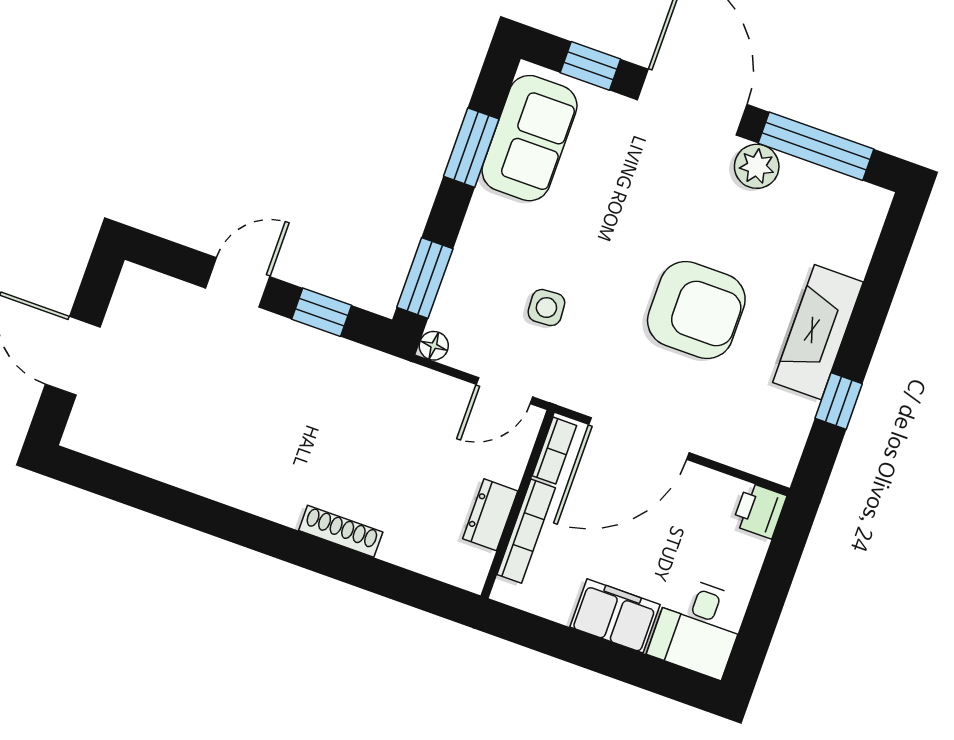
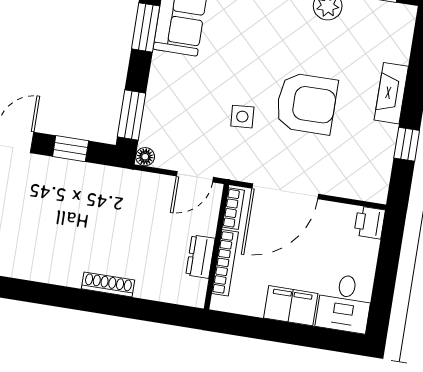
side table: (546, 308) -> (242, 117), moved
fireplace: (818, 332) -> (391, 93), width x0.73, depth x0.76

